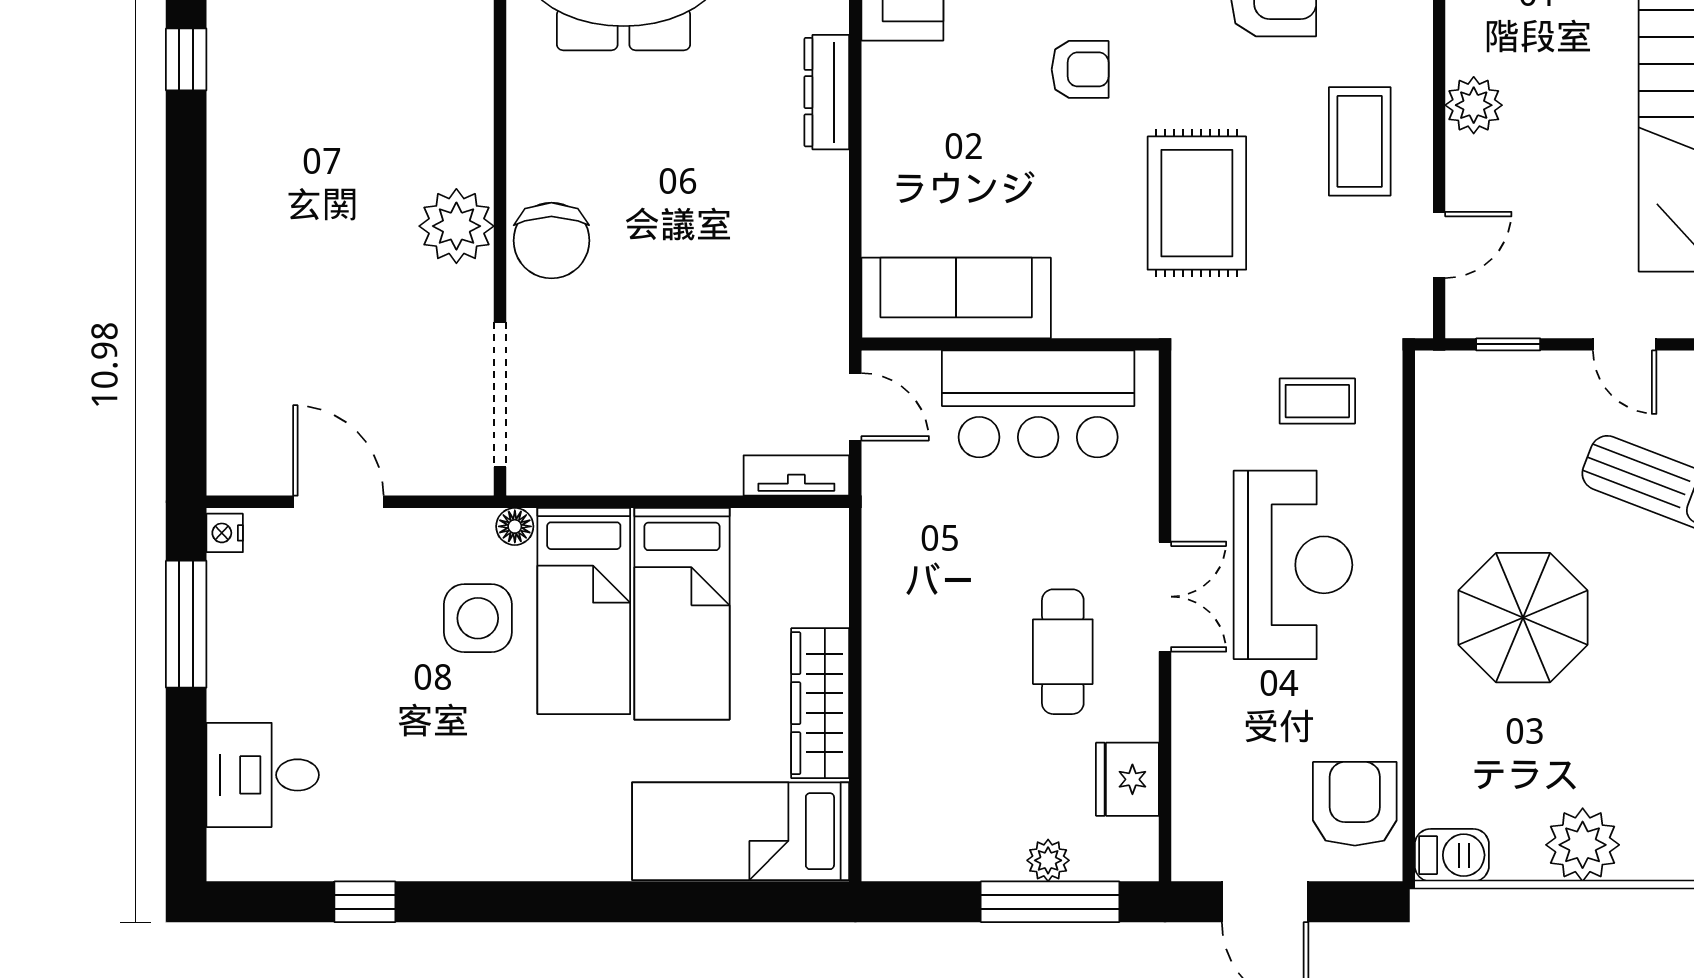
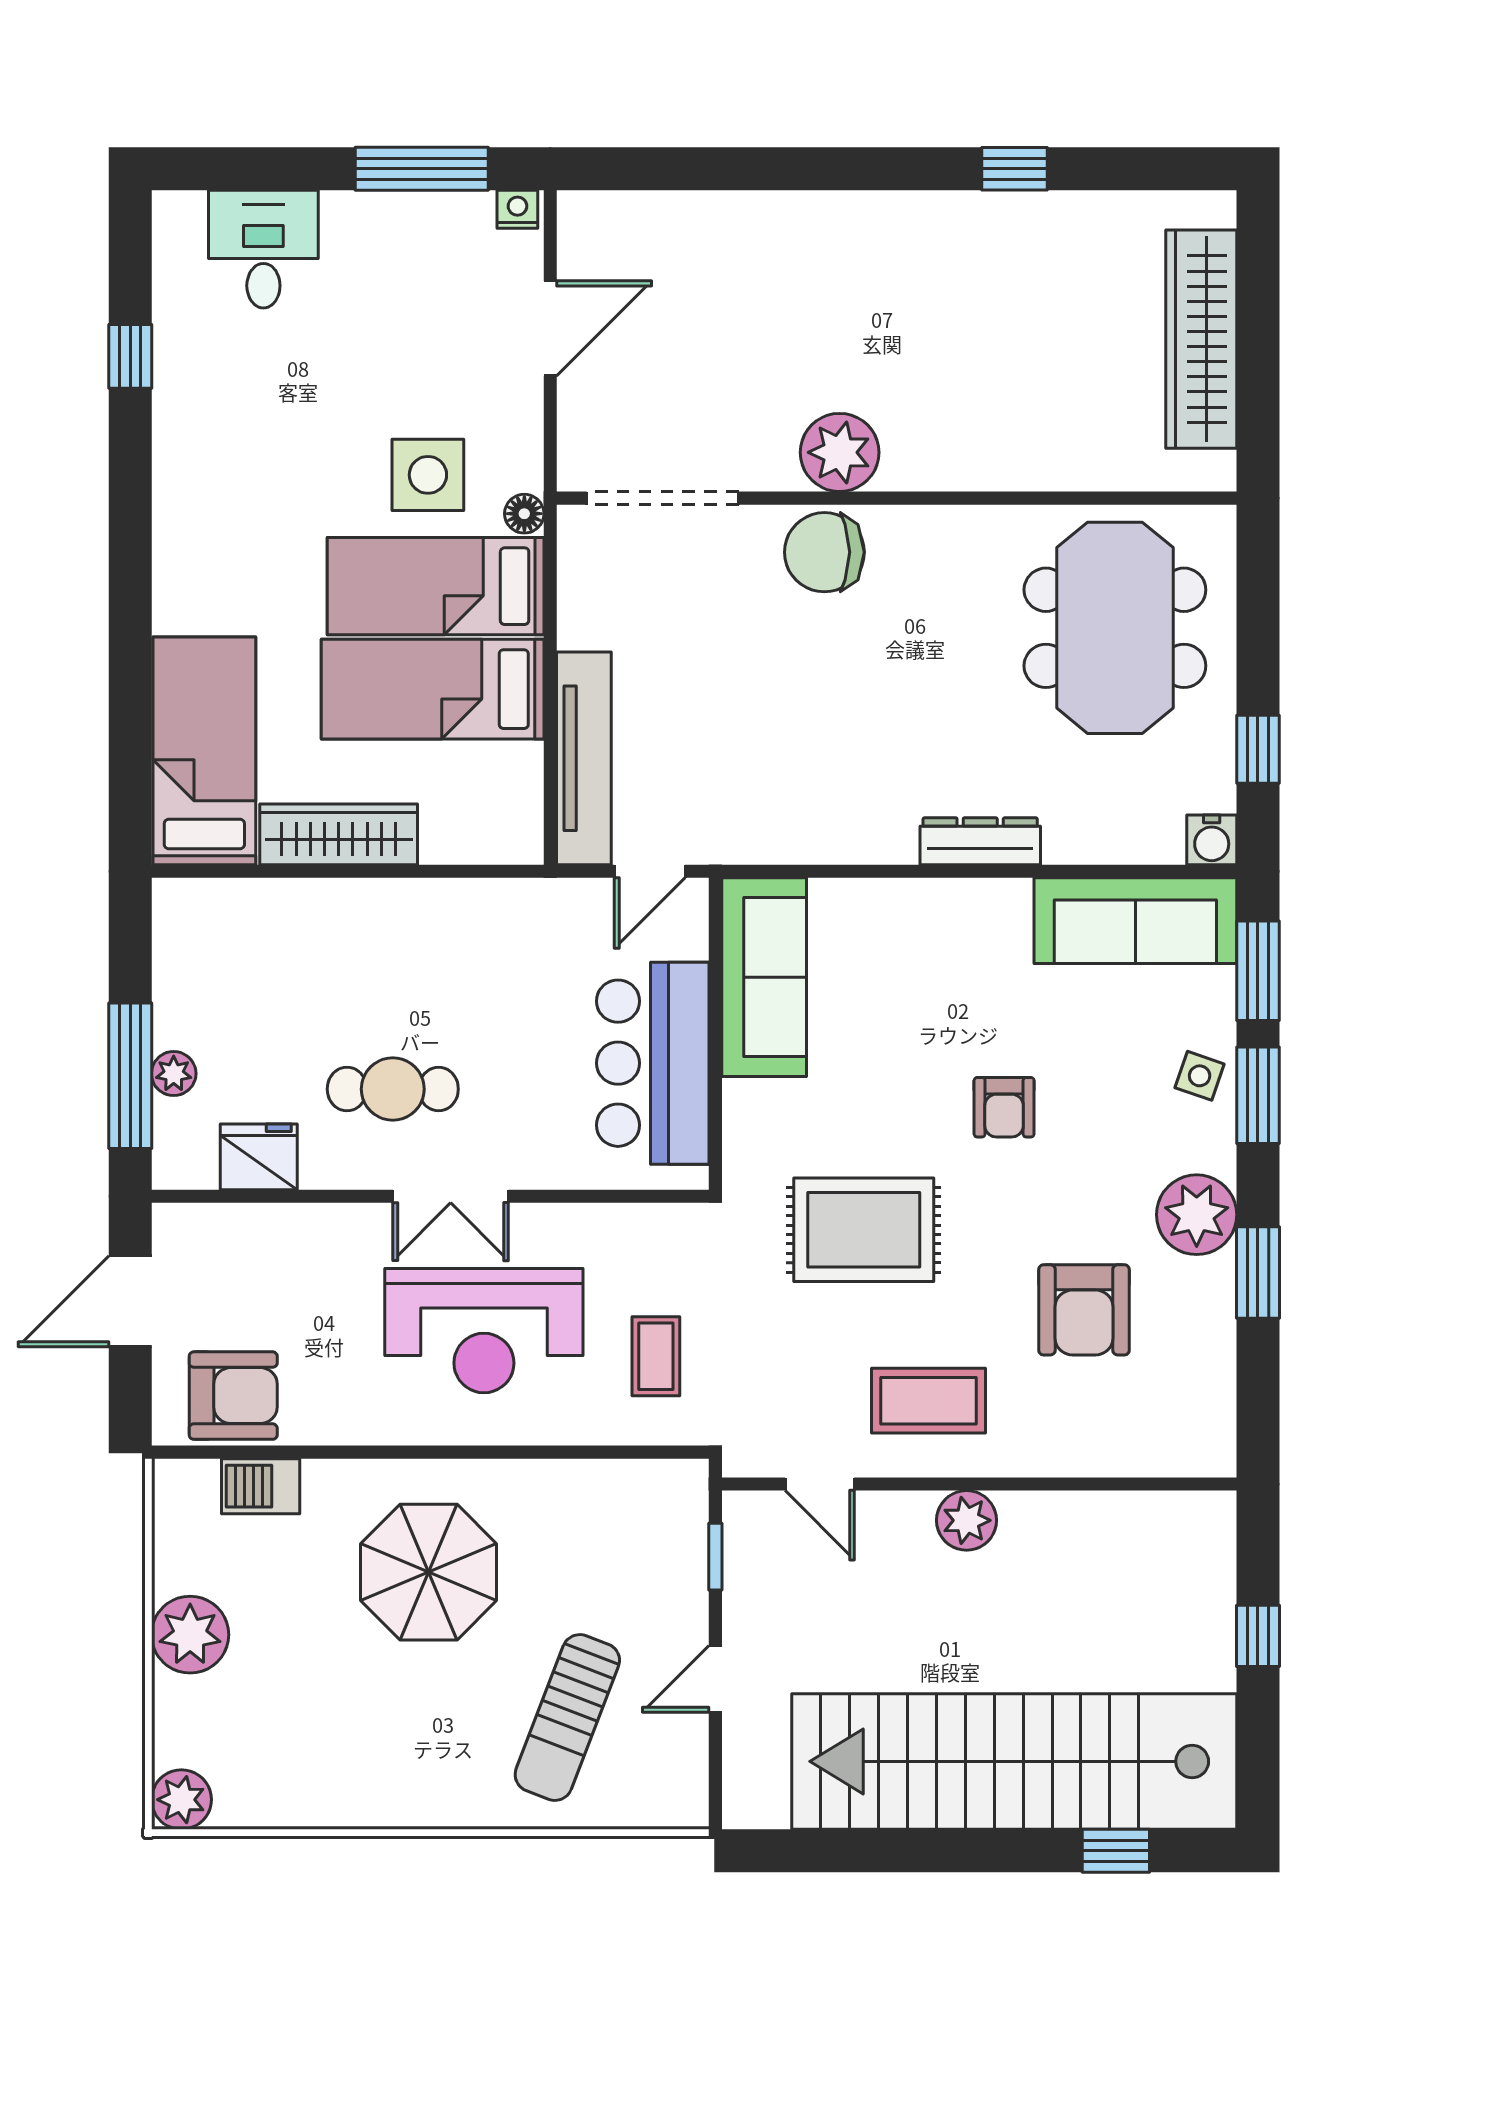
tv unit: (796, 475) -> (584, 758), width x1.92, depth x1.29
barbecue: (1452, 855) -> (261, 1486), moved, turned 90

